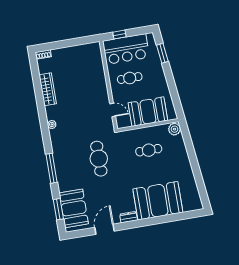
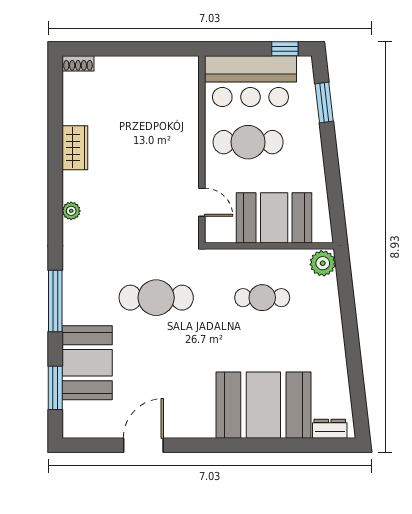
window: (119, 35) -> (285, 49), moved
cafe table: (130, 78) -> (248, 142), width x1.37, depth x1.35
wardrobe: (48, 89) -> (75, 148), width x0.67
cafe table: (99, 159) -> (156, 298), turned 90
booth: (74, 208) -> (87, 363), moved
dresser: (129, 217) -> (330, 429), moved

